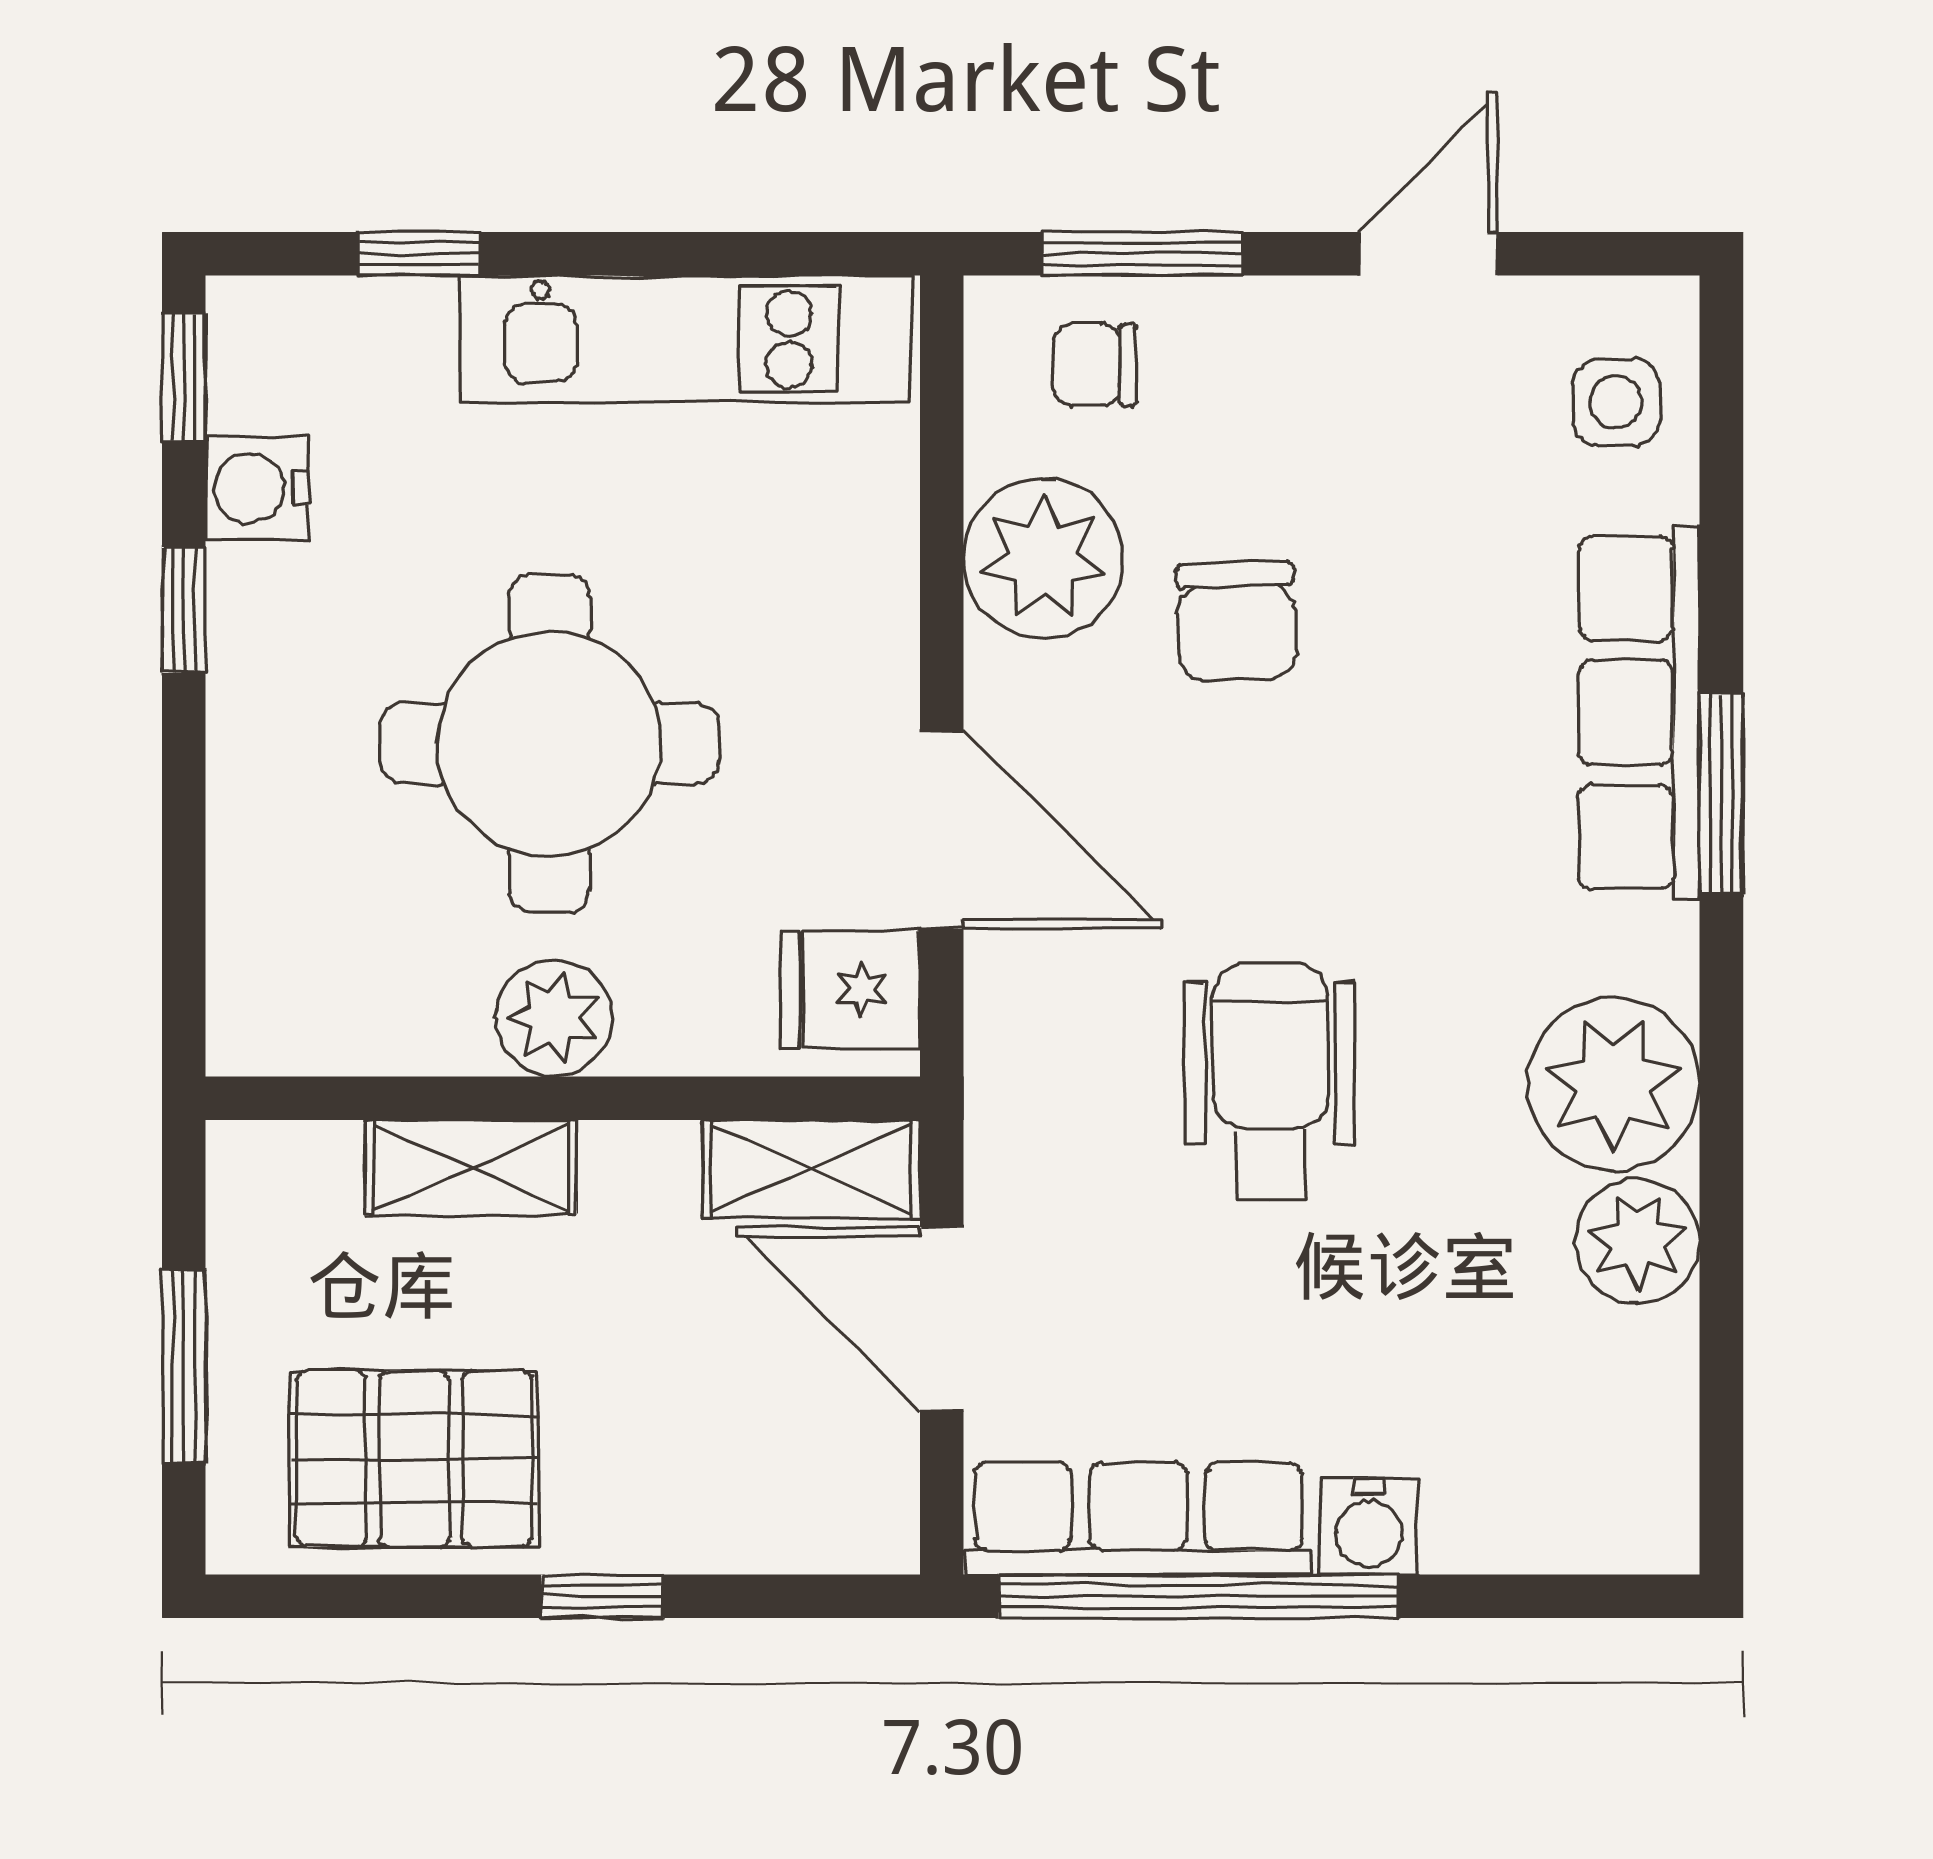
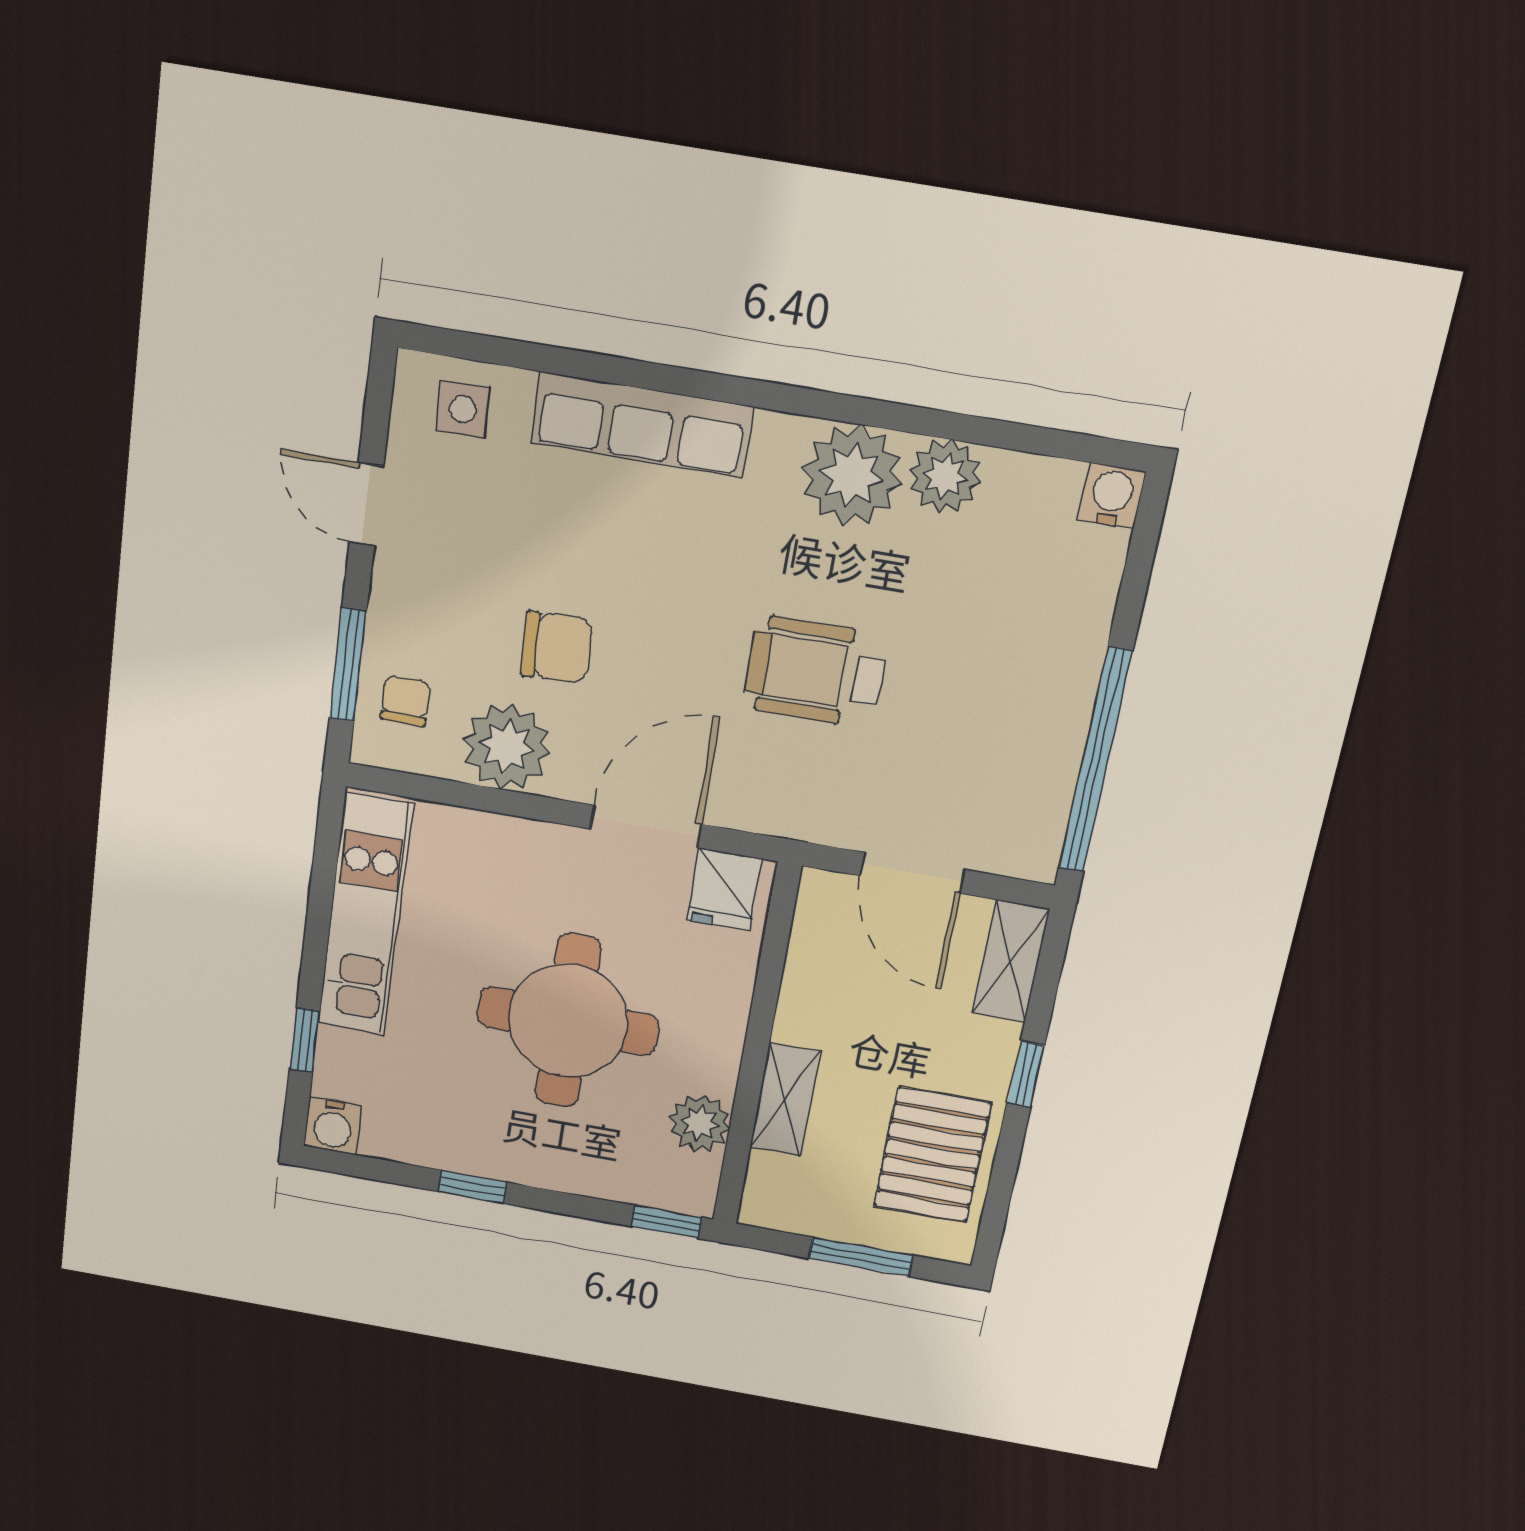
chair: (1095, 365) -> (405, 701), turned 180
window: (184, 378) -> (666, 1222), moved
water cooler: (257, 488) -> (333, 1126), moved
window: (1721, 794) -> (696, 384), removed
plant: (554, 1018) -> (699, 1123), moved
shelving: (811, 1169) -> (1011, 961), moved
door: (942, 1319) -> (912, 873), hinge flipped
row of seats: (1138, 1519) -> (1045, 786), removed
water cooler: (1369, 1526) -> (1112, 496), moved, turned -90

